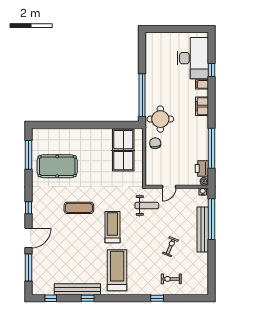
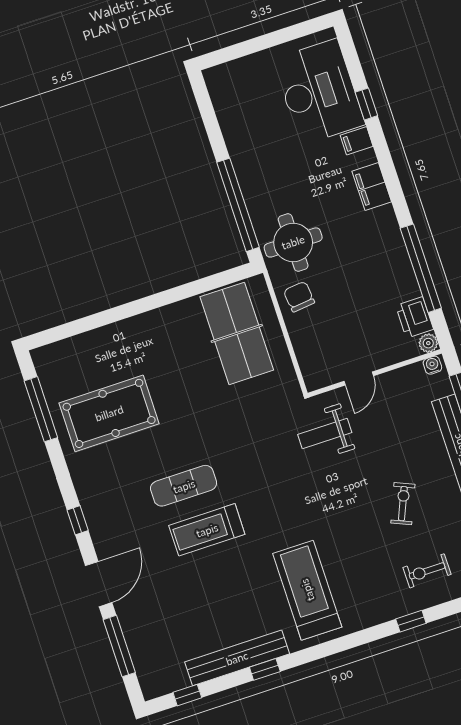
weight bench: (147, 206) -> (325, 434), turned 180
treadmill: (112, 227) -> (207, 530), moved, turned -90

